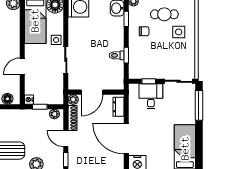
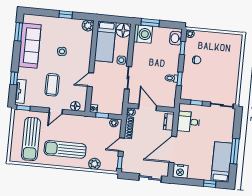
cafe table: (164, 14) -> (215, 47), removed
side table: (179, 32) -> (226, 63), removed
door: (92, 92) -> (147, 107), swing flipped
desk: (151, 96) -> (188, 122), moved, turned -90
window: (199, 105) -> (235, 151), moved
door: (66, 139) -> (121, 145), hinge flipped
door: (126, 139) -> (173, 149), hinge flipped

